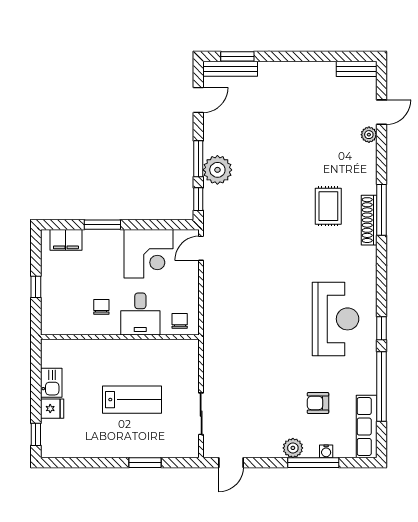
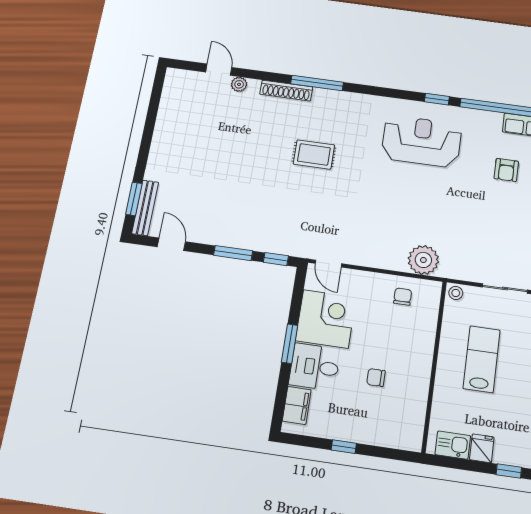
bench: (357, 69) -> (171, 87), removed
plant: (217, 170) -> (423, 260), moved
rug: (328, 206) -> (314, 154), moved
shoe rack: (369, 220) -> (286, 91), moved
window: (102, 225) -> (290, 344), moved
desk: (140, 314) -> (315, 367), moved, turned 180
chair: (180, 321) -> (403, 297), turned 90
wall: (120, 337) -> (434, 366), moved
stool: (190, 369) -> (456, 293), added

